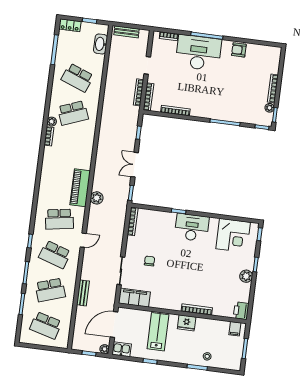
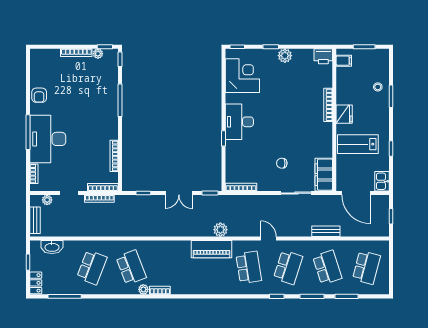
plant: (105, 349) -> (47, 200), moved

